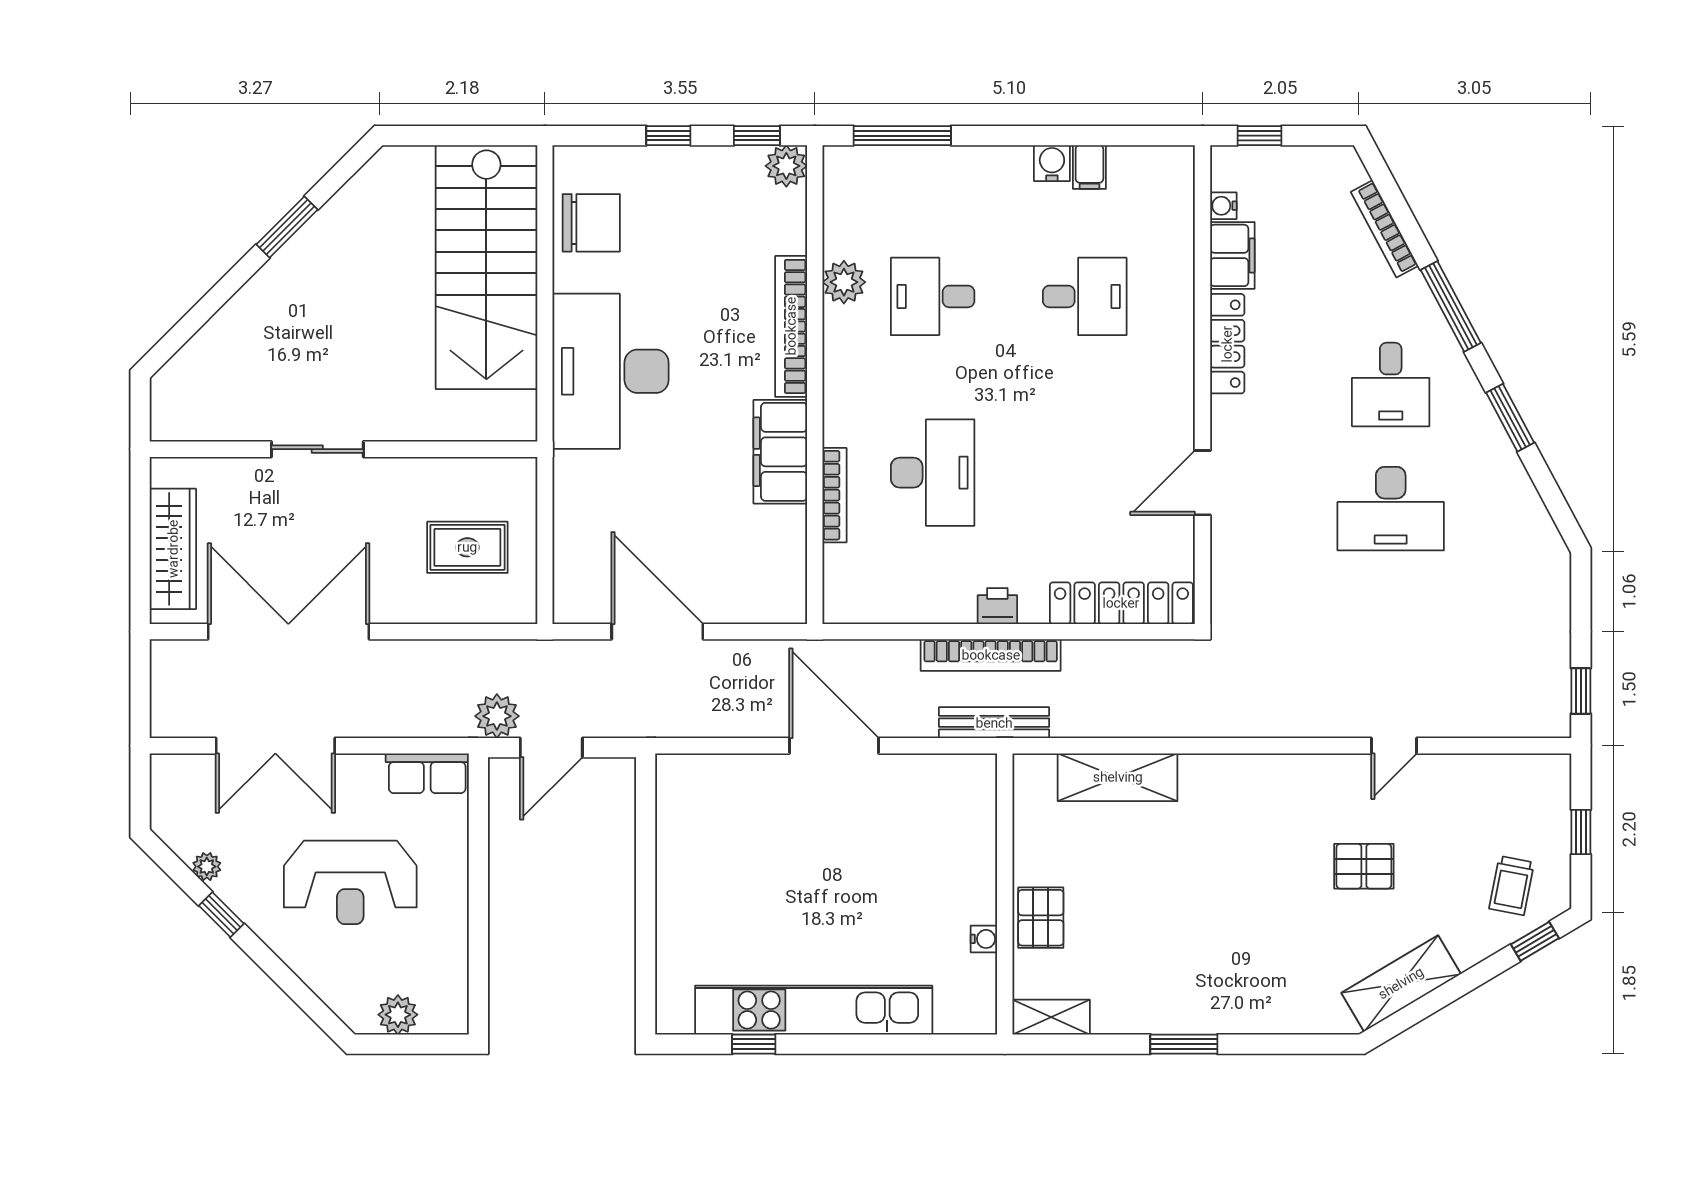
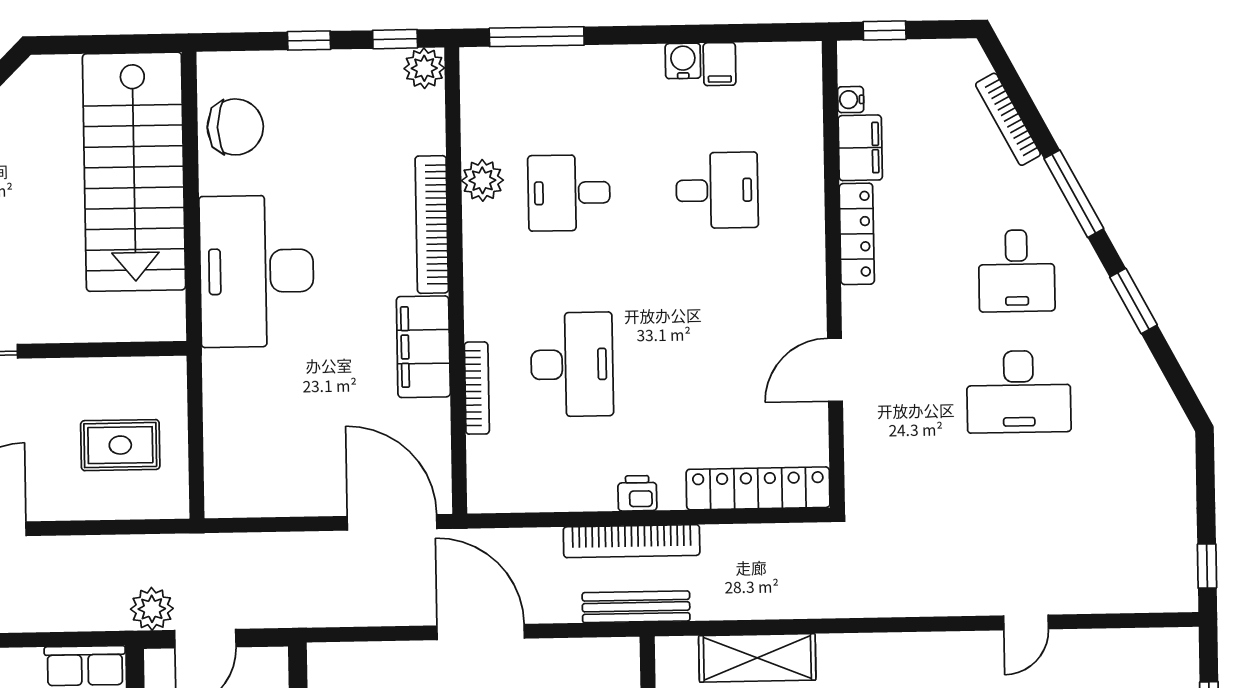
door: (657, 632) -> (392, 522), moved

